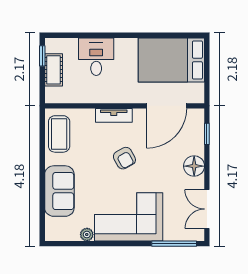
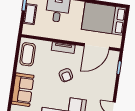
floor lamp: (194, 166) -> (108, 86), removed

